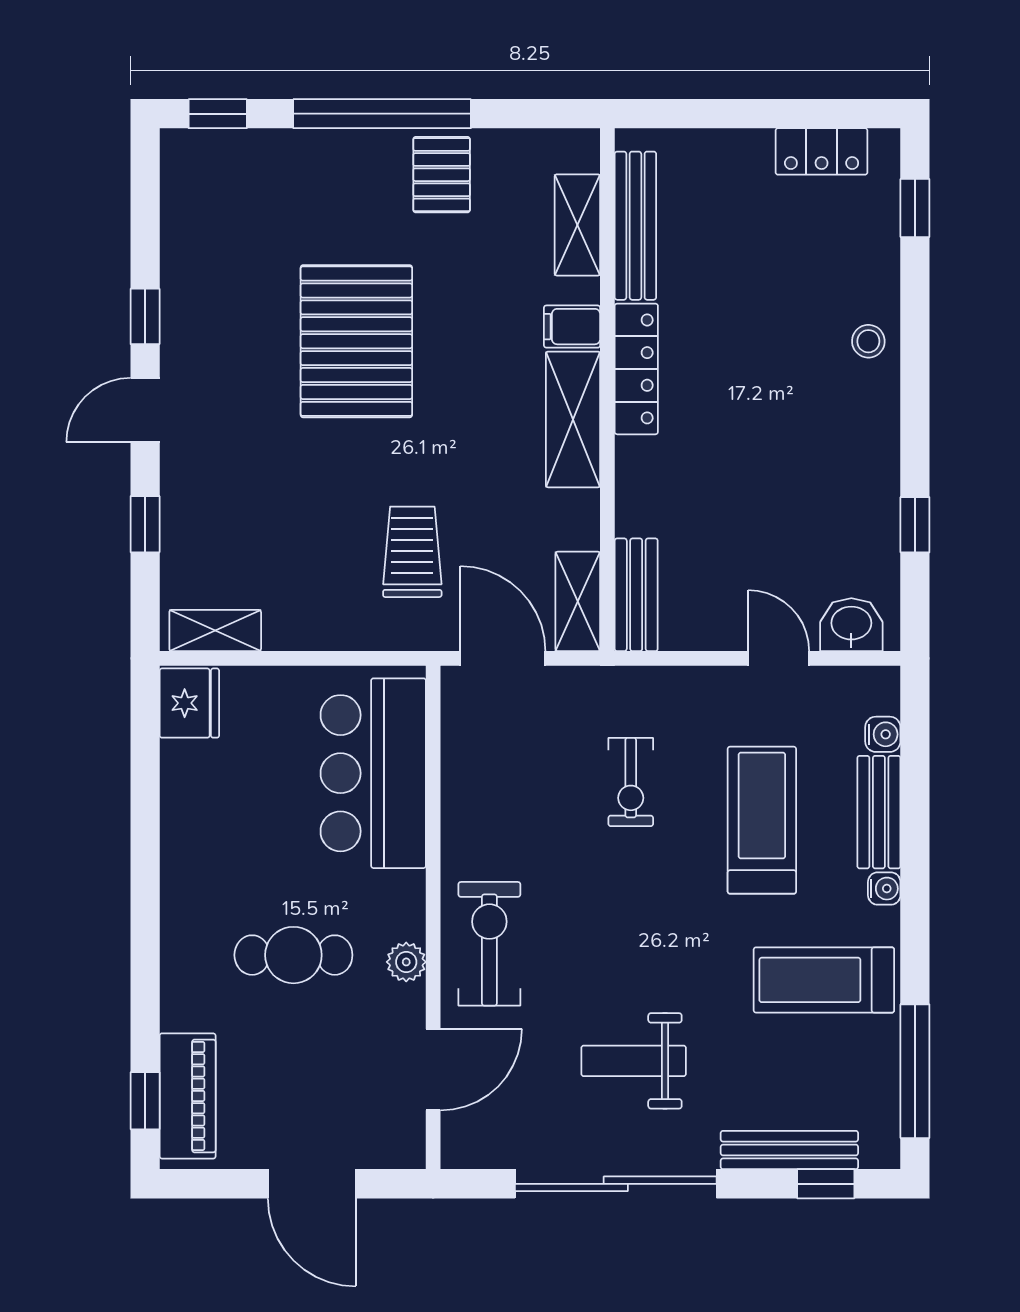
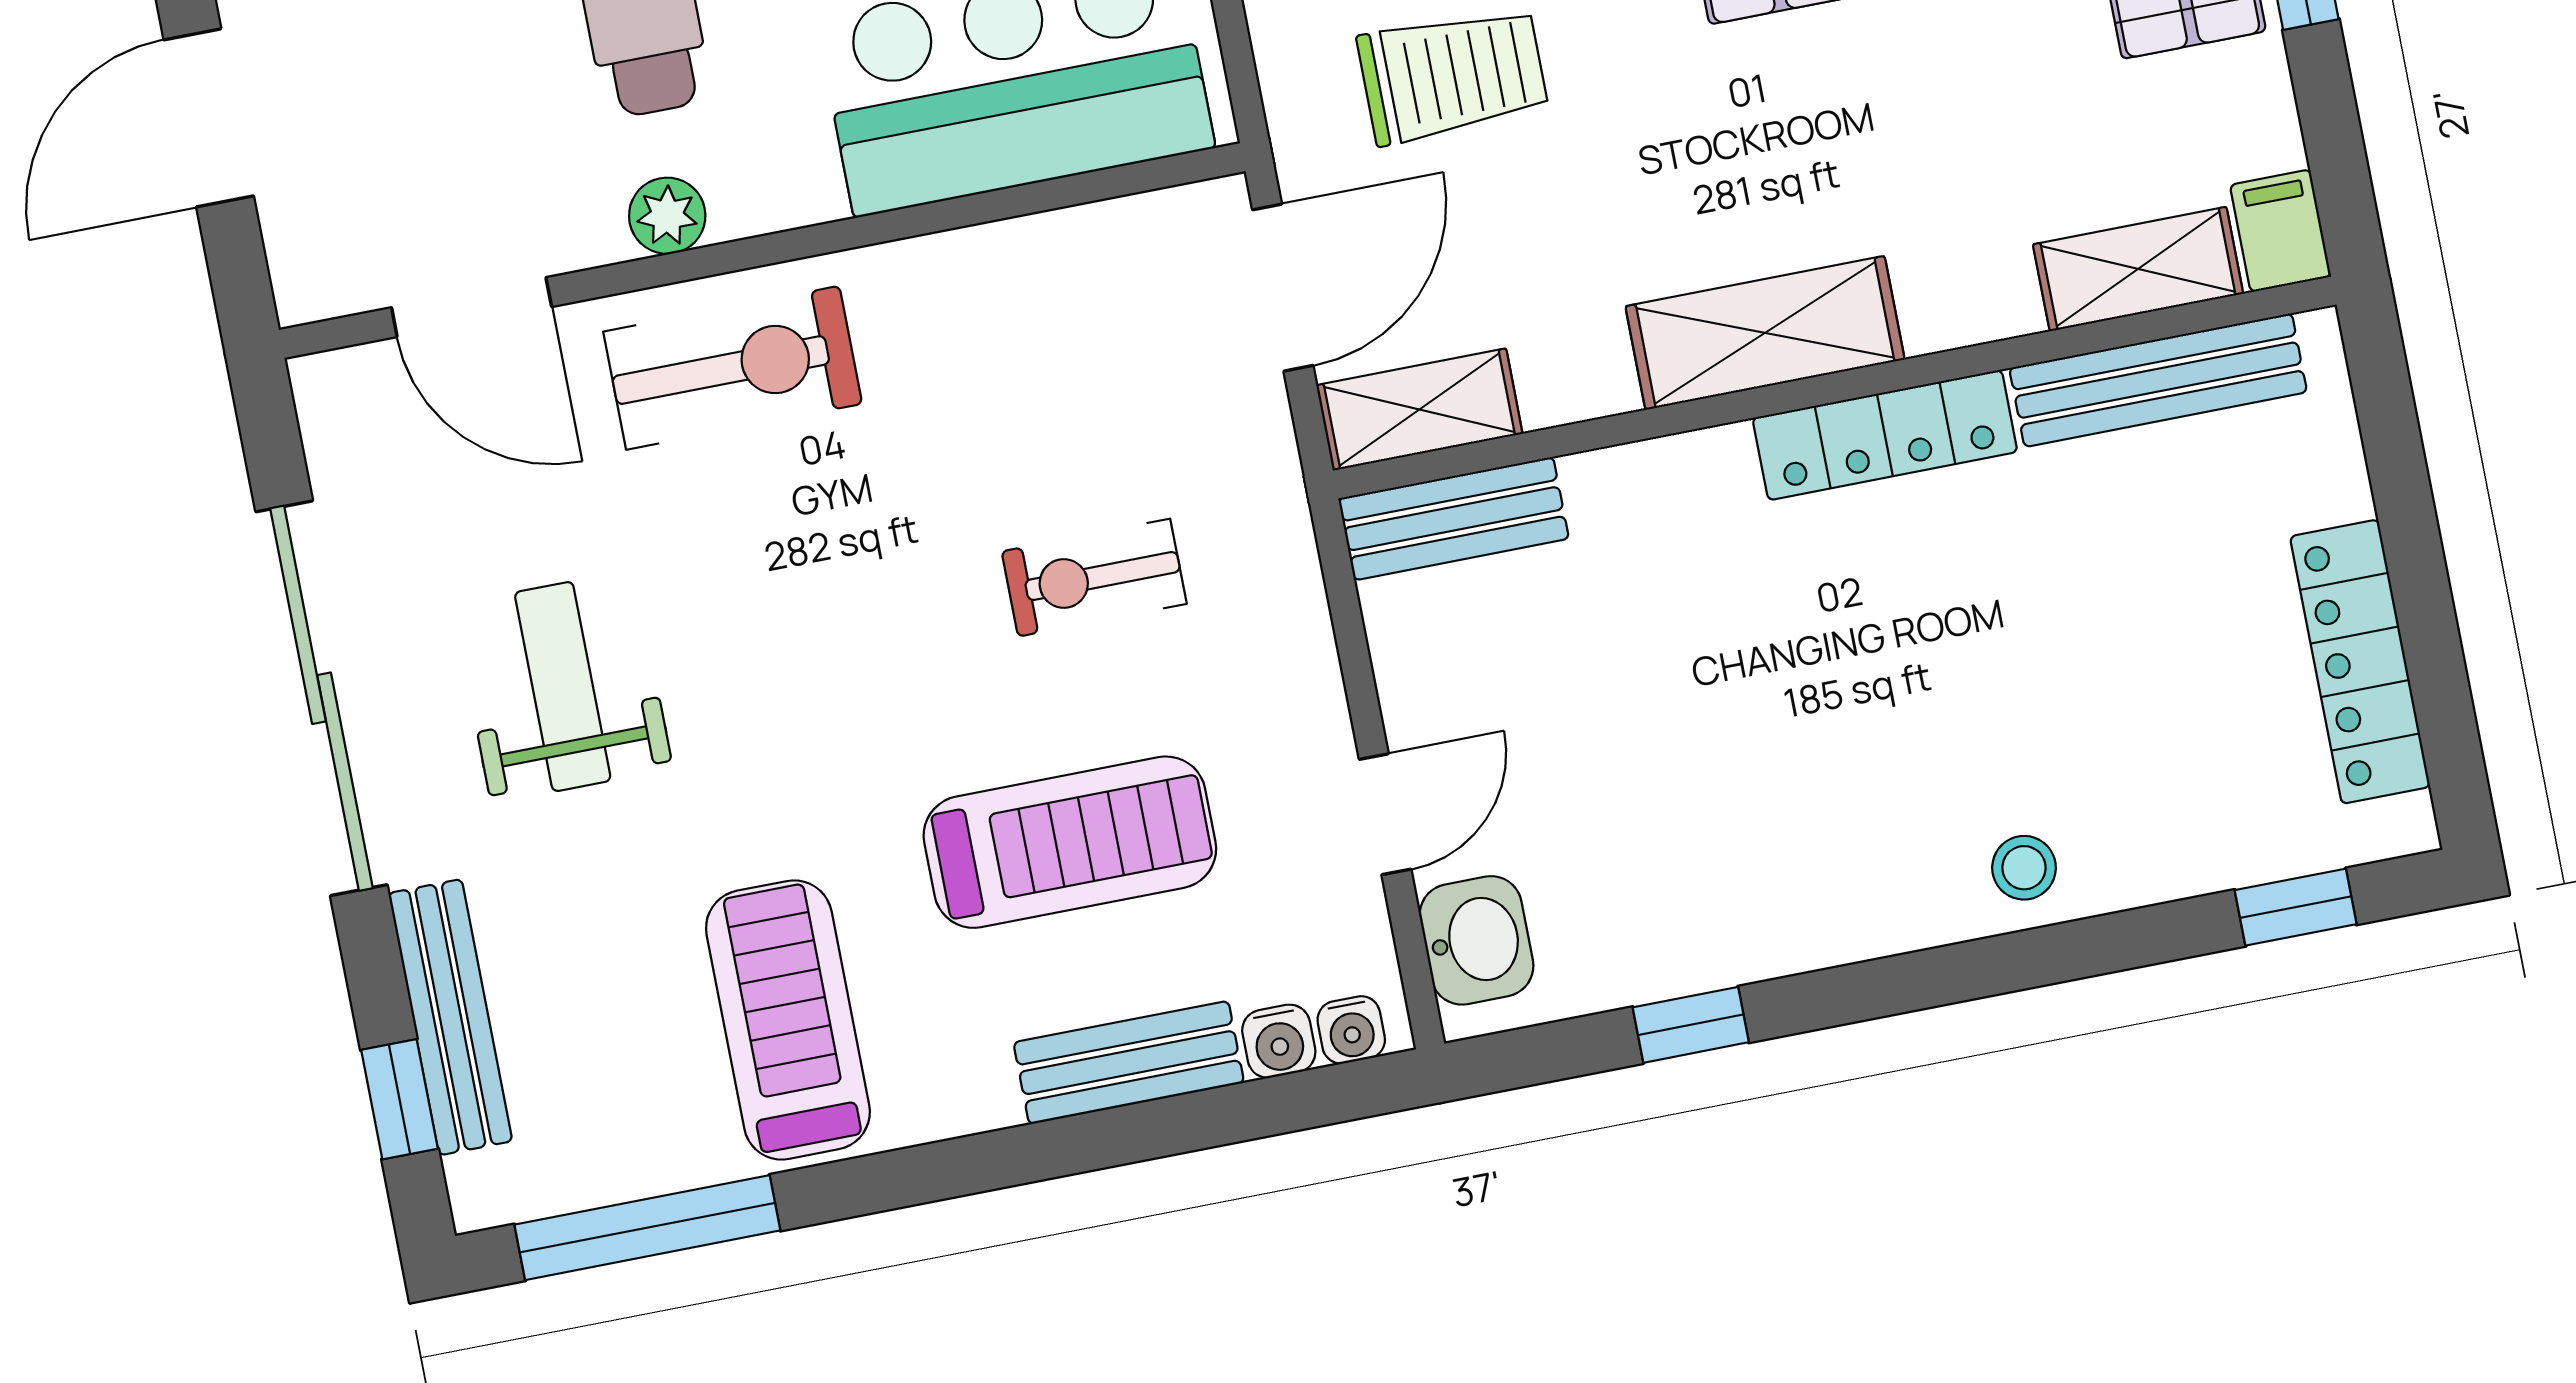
locker: (822, 151) -> (2360, 662), width x1.53
filing cabinet: (572, 327) -> (2280, 231), moved
water cooler: (884, 889) -> (1351, 1030), moved

